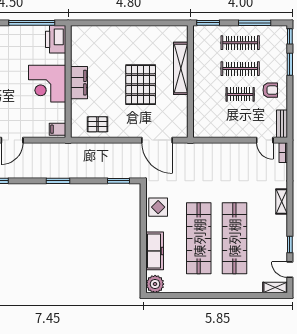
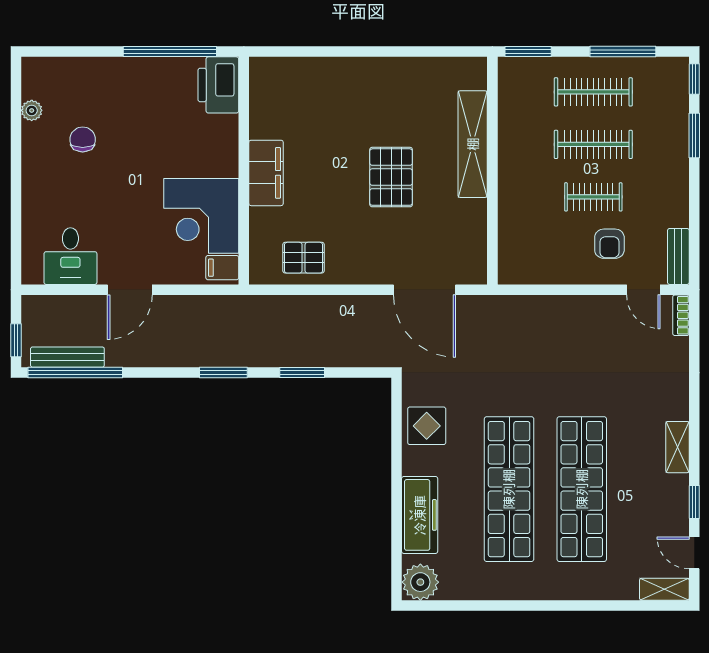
corner desk: (47, 84) -> (201, 216), moved
pallet: (141, 85) -> (391, 177), width x0.73, depth x0.71
armchair: (270, 90) -> (609, 244), moved, turned 90
window: (118, 181) -> (302, 373), moved
shelving: (282, 202) -> (677, 447), moved

